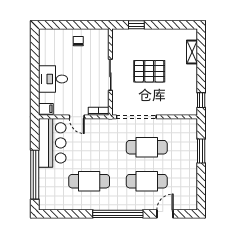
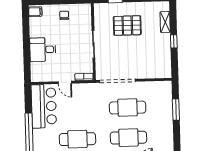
pallet: (149, 71) -> (127, 26), moved
window: (201, 100) -> (174, 41), moved
filing cabinet: (46, 109) -> (35, 12), moved

